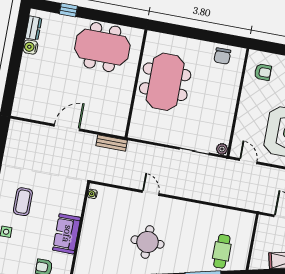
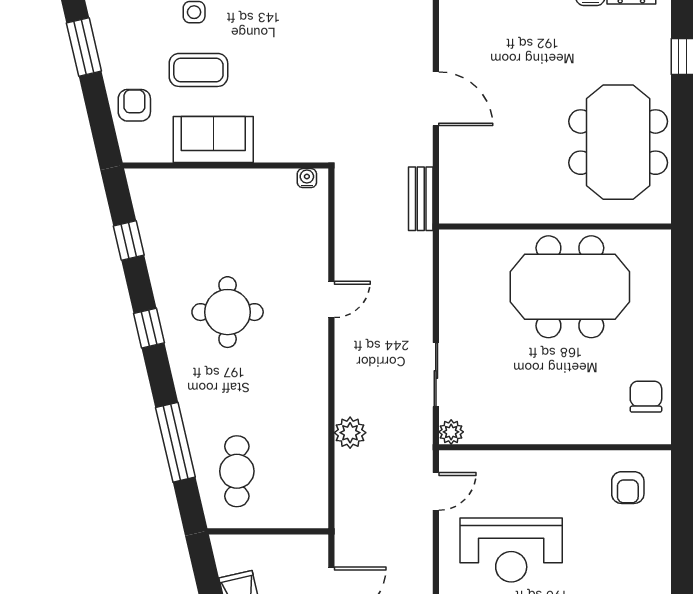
chair: (222, 56) -> (646, 397), turned 90
plant: (214, 196) -> (350, 433), added
coffee table: (23, 202) -> (198, 70), moved
cafe table: (222, 251) -> (237, 471), turned 90

